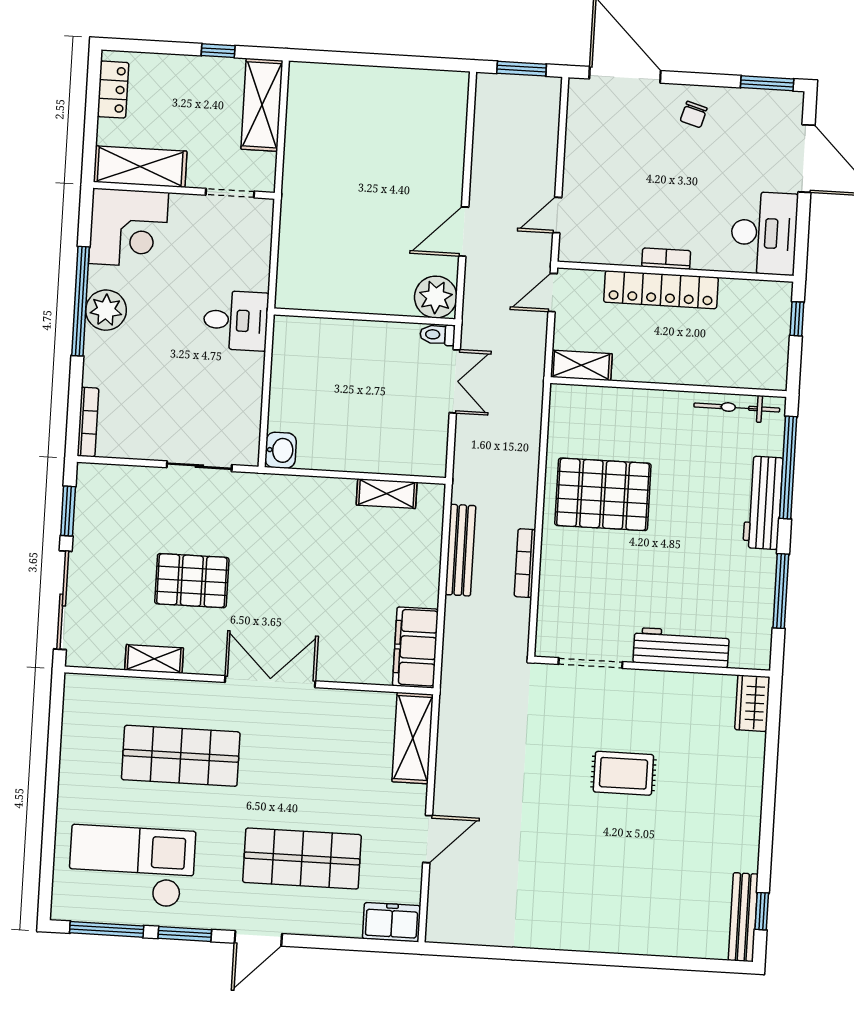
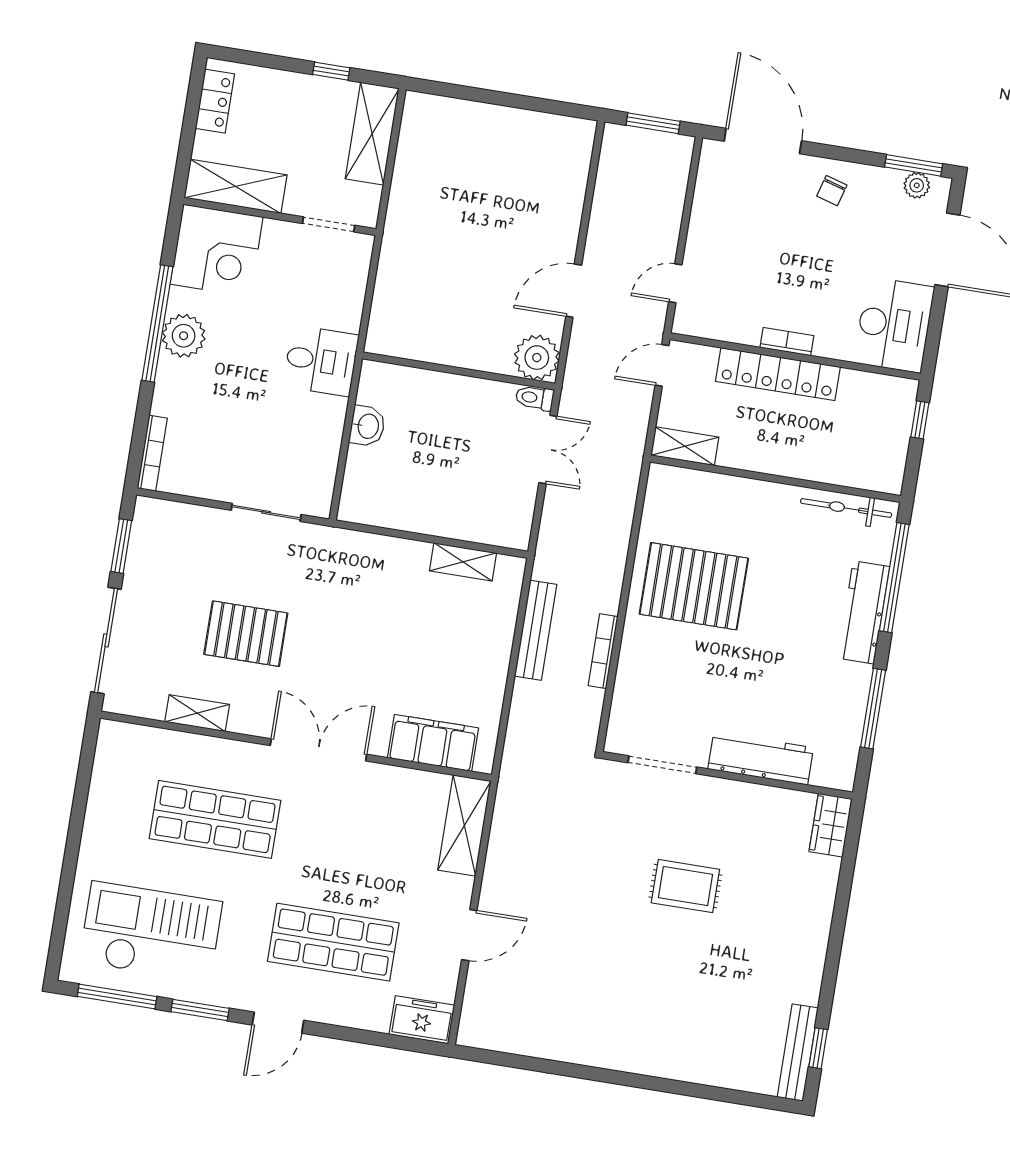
plant: (772, 101) -> (917, 185), added
washbasin: (281, 450) -> (367, 426), moved
filing cabinet: (415, 648) -> (433, 743), moved, turned 90

